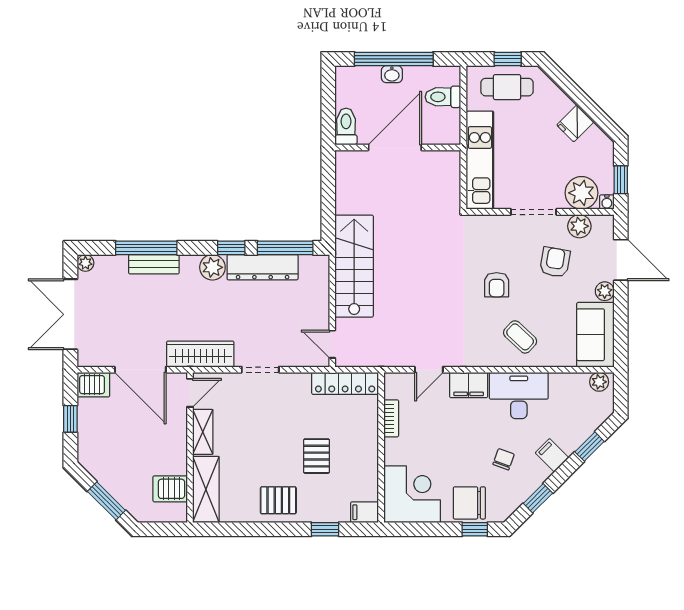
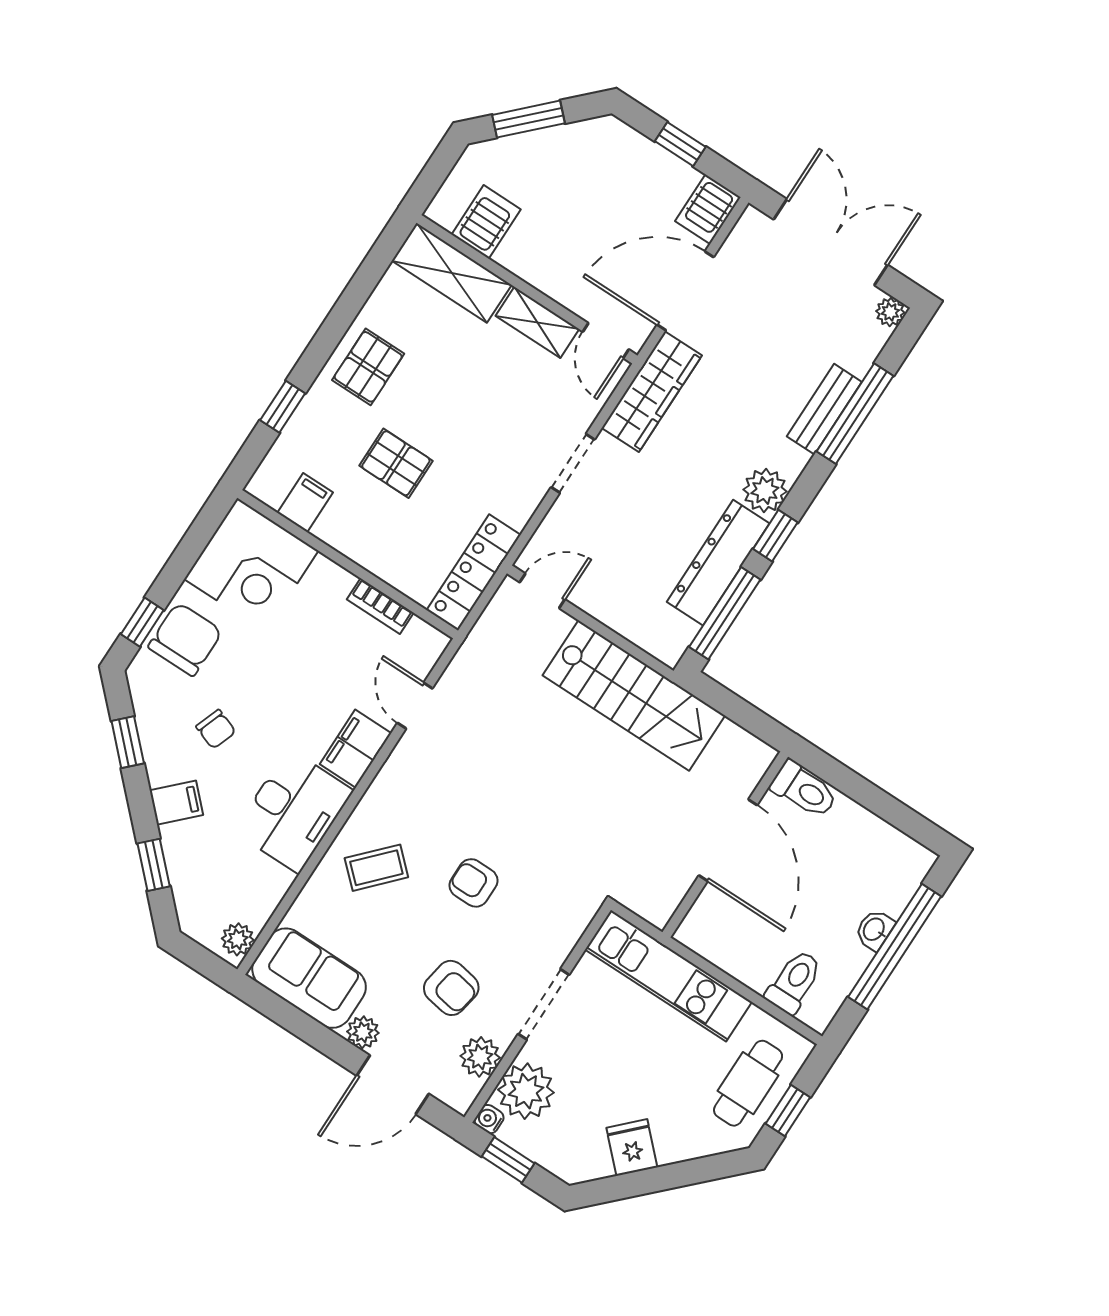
toilet: (346, 126) -> (804, 790), moved
door: (395, 147) -> (728, 840), moved
wall: (398, 147) -> (725, 845), moved
filing cabinet: (365, 512) -> (305, 503), moved

